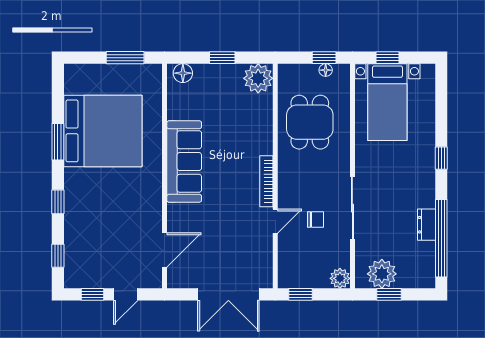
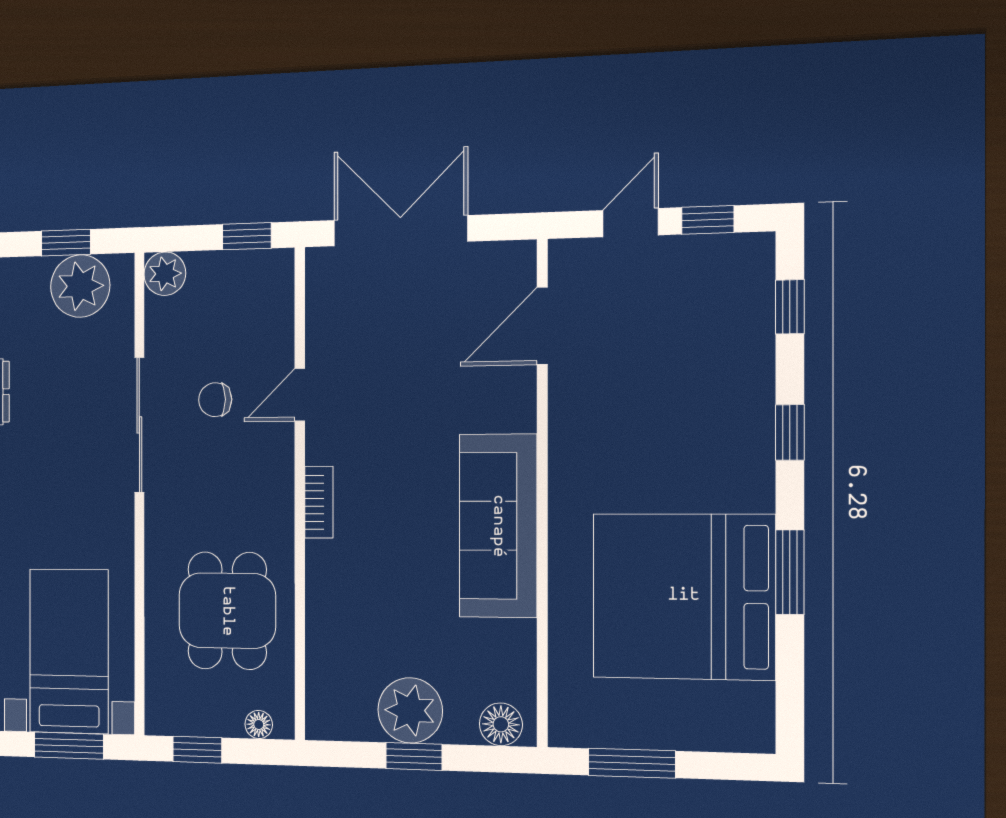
window: (387, 58) -> (69, 746), width x1.50
floor lamp: (326, 70) -> (259, 724), moved
plant: (258, 78) -> (410, 710), moved
bookcase: (266, 181) -> (319, 502), width x0.64

